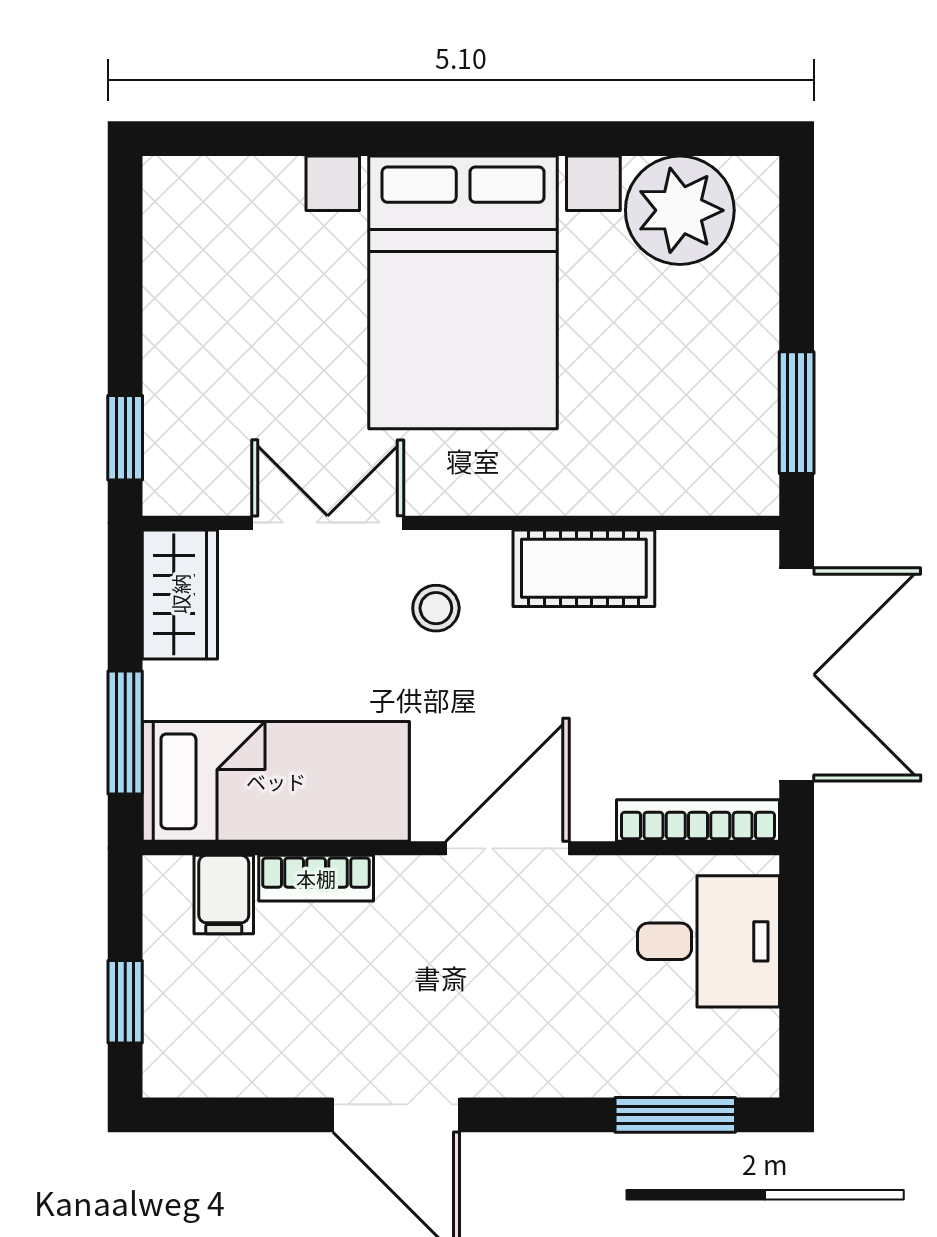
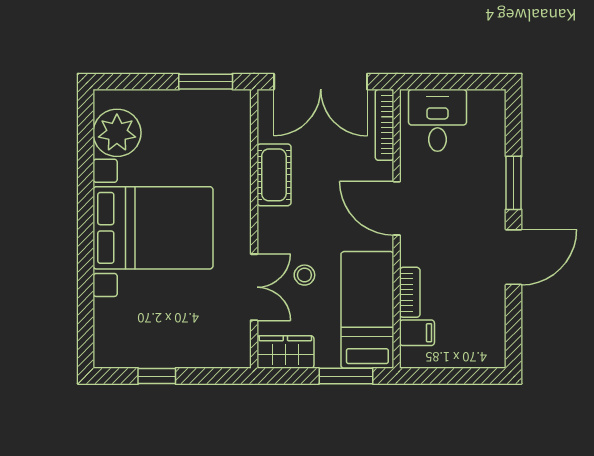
window: (125, 438) -> (157, 376), moved
double door: (328, 523) -> (254, 287), swing flipped
stool: (436, 608) -> (304, 275), moved
double door: (797, 675) -> (321, 82), swing flipped
window: (125, 1002) -> (464, 376), removed
window: (675, 1115) -> (514, 183), moved

